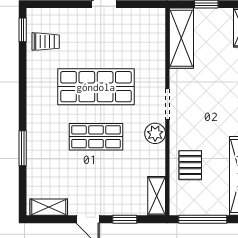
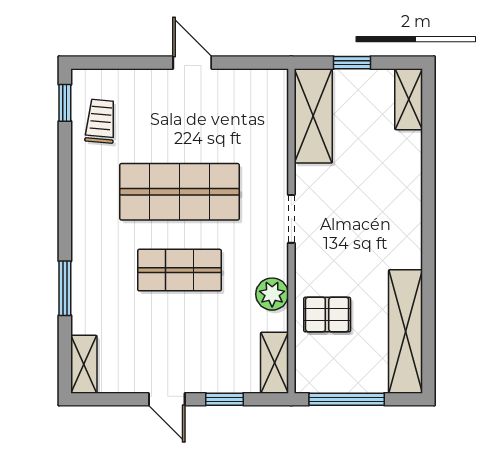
trolley: (46, 42) -> (101, 121), turned -85
plant: (155, 133) -> (272, 294), moved
pallet: (190, 165) -> (327, 315), turned 90
shelving: (49, 207) -> (84, 364), moved, turned 90

